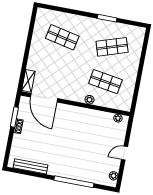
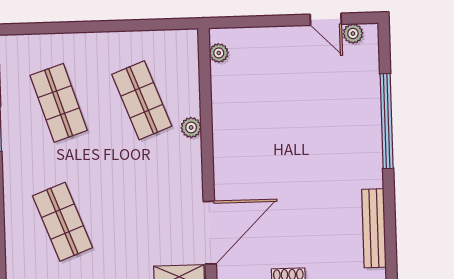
shop shelf: (62, 37) -> (62, 222), turned -33
shop shelf: (105, 82) -> (142, 100), turned -30
door: (124, 153) -> (326, 19), moved

